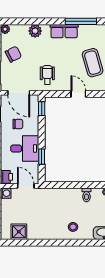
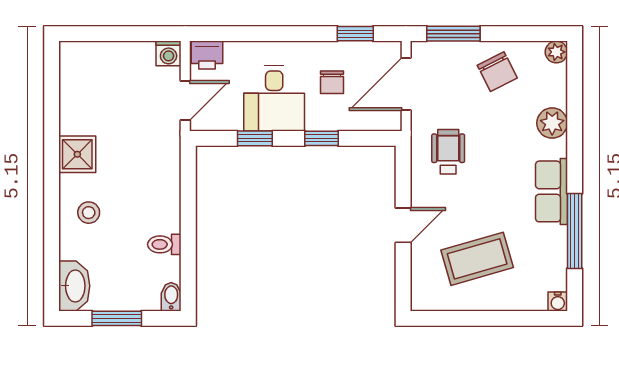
wheelchair: (47, 75) -> (448, 152), turned -90
window: (42, 109) -> (322, 138), moved
shower: (19, 232) -> (77, 154), moved

